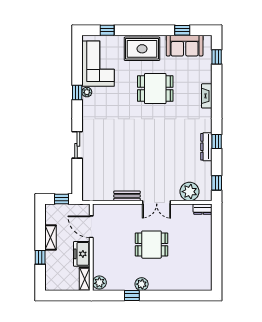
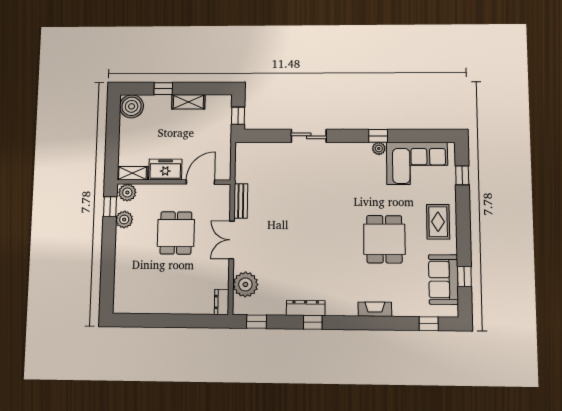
rug: (142, 49) -> (438, 222), width x0.73, depth x0.70
door: (91, 227) -> (200, 182), moved
wall: (91, 247) -> (174, 182), moved
freezer: (82, 254) -> (165, 170), moved
shelving: (85, 279) -> (132, 173), moved
boiler: (54, 282) -> (132, 106), added
plant: (99, 282) -> (127, 192), moved

